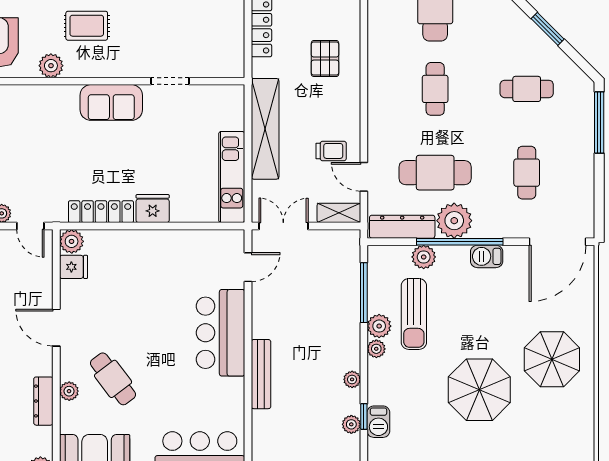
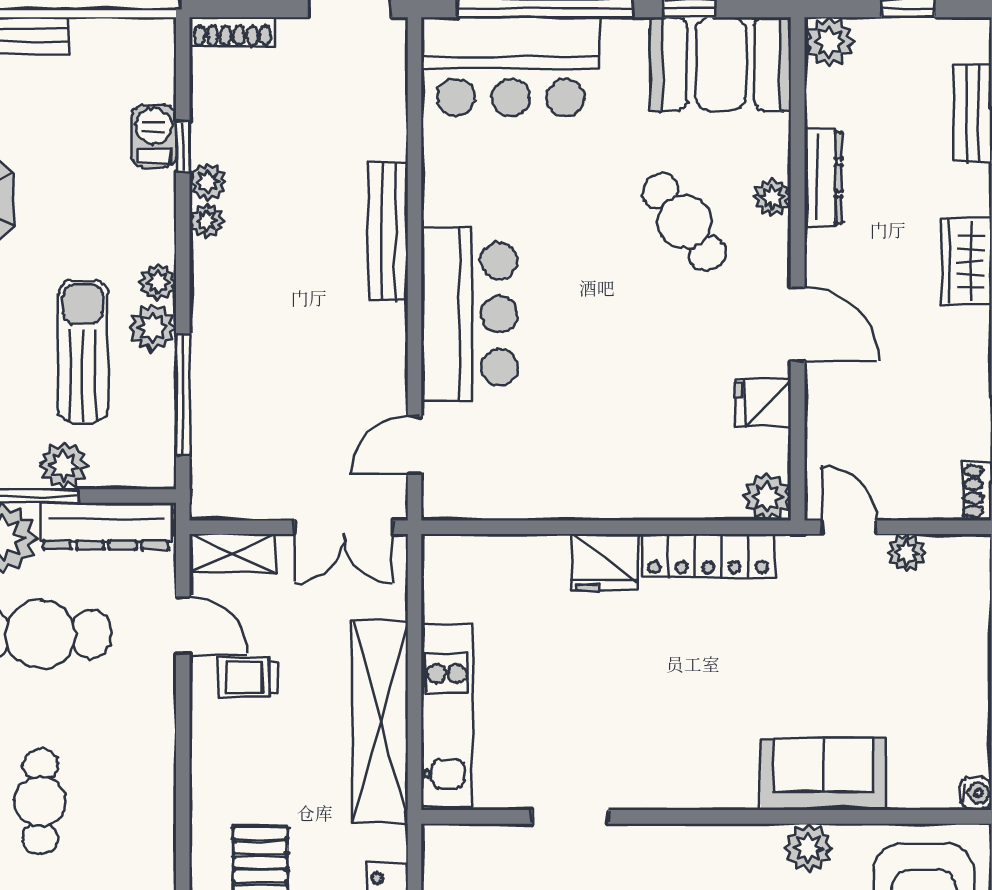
sofa: (111, 102) -> (823, 774), moved
kitchen unit: (232, 177) -> (447, 715), moved
fridge: (74, 267) -> (763, 403), moved
plant: (351, 424) -> (208, 182), moved

